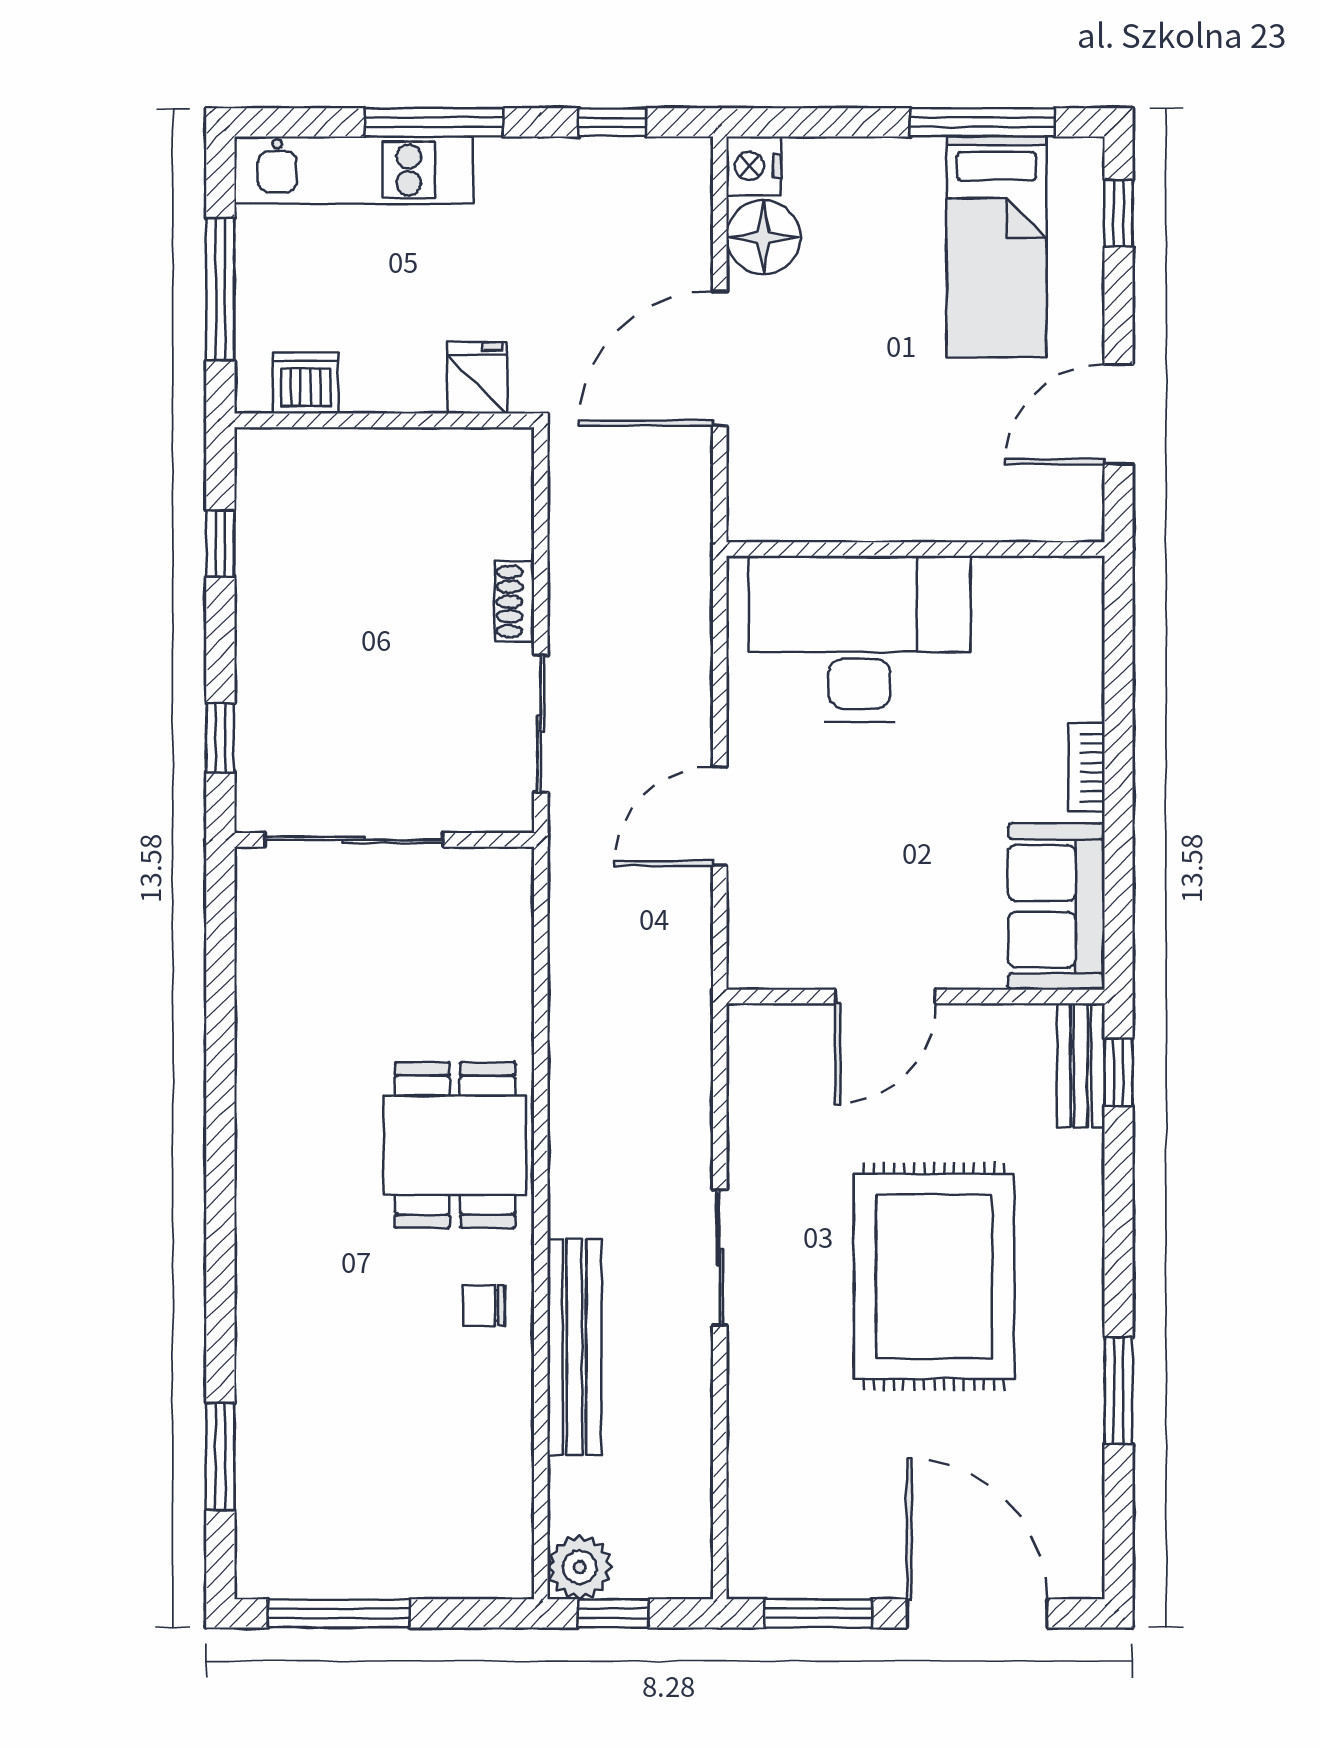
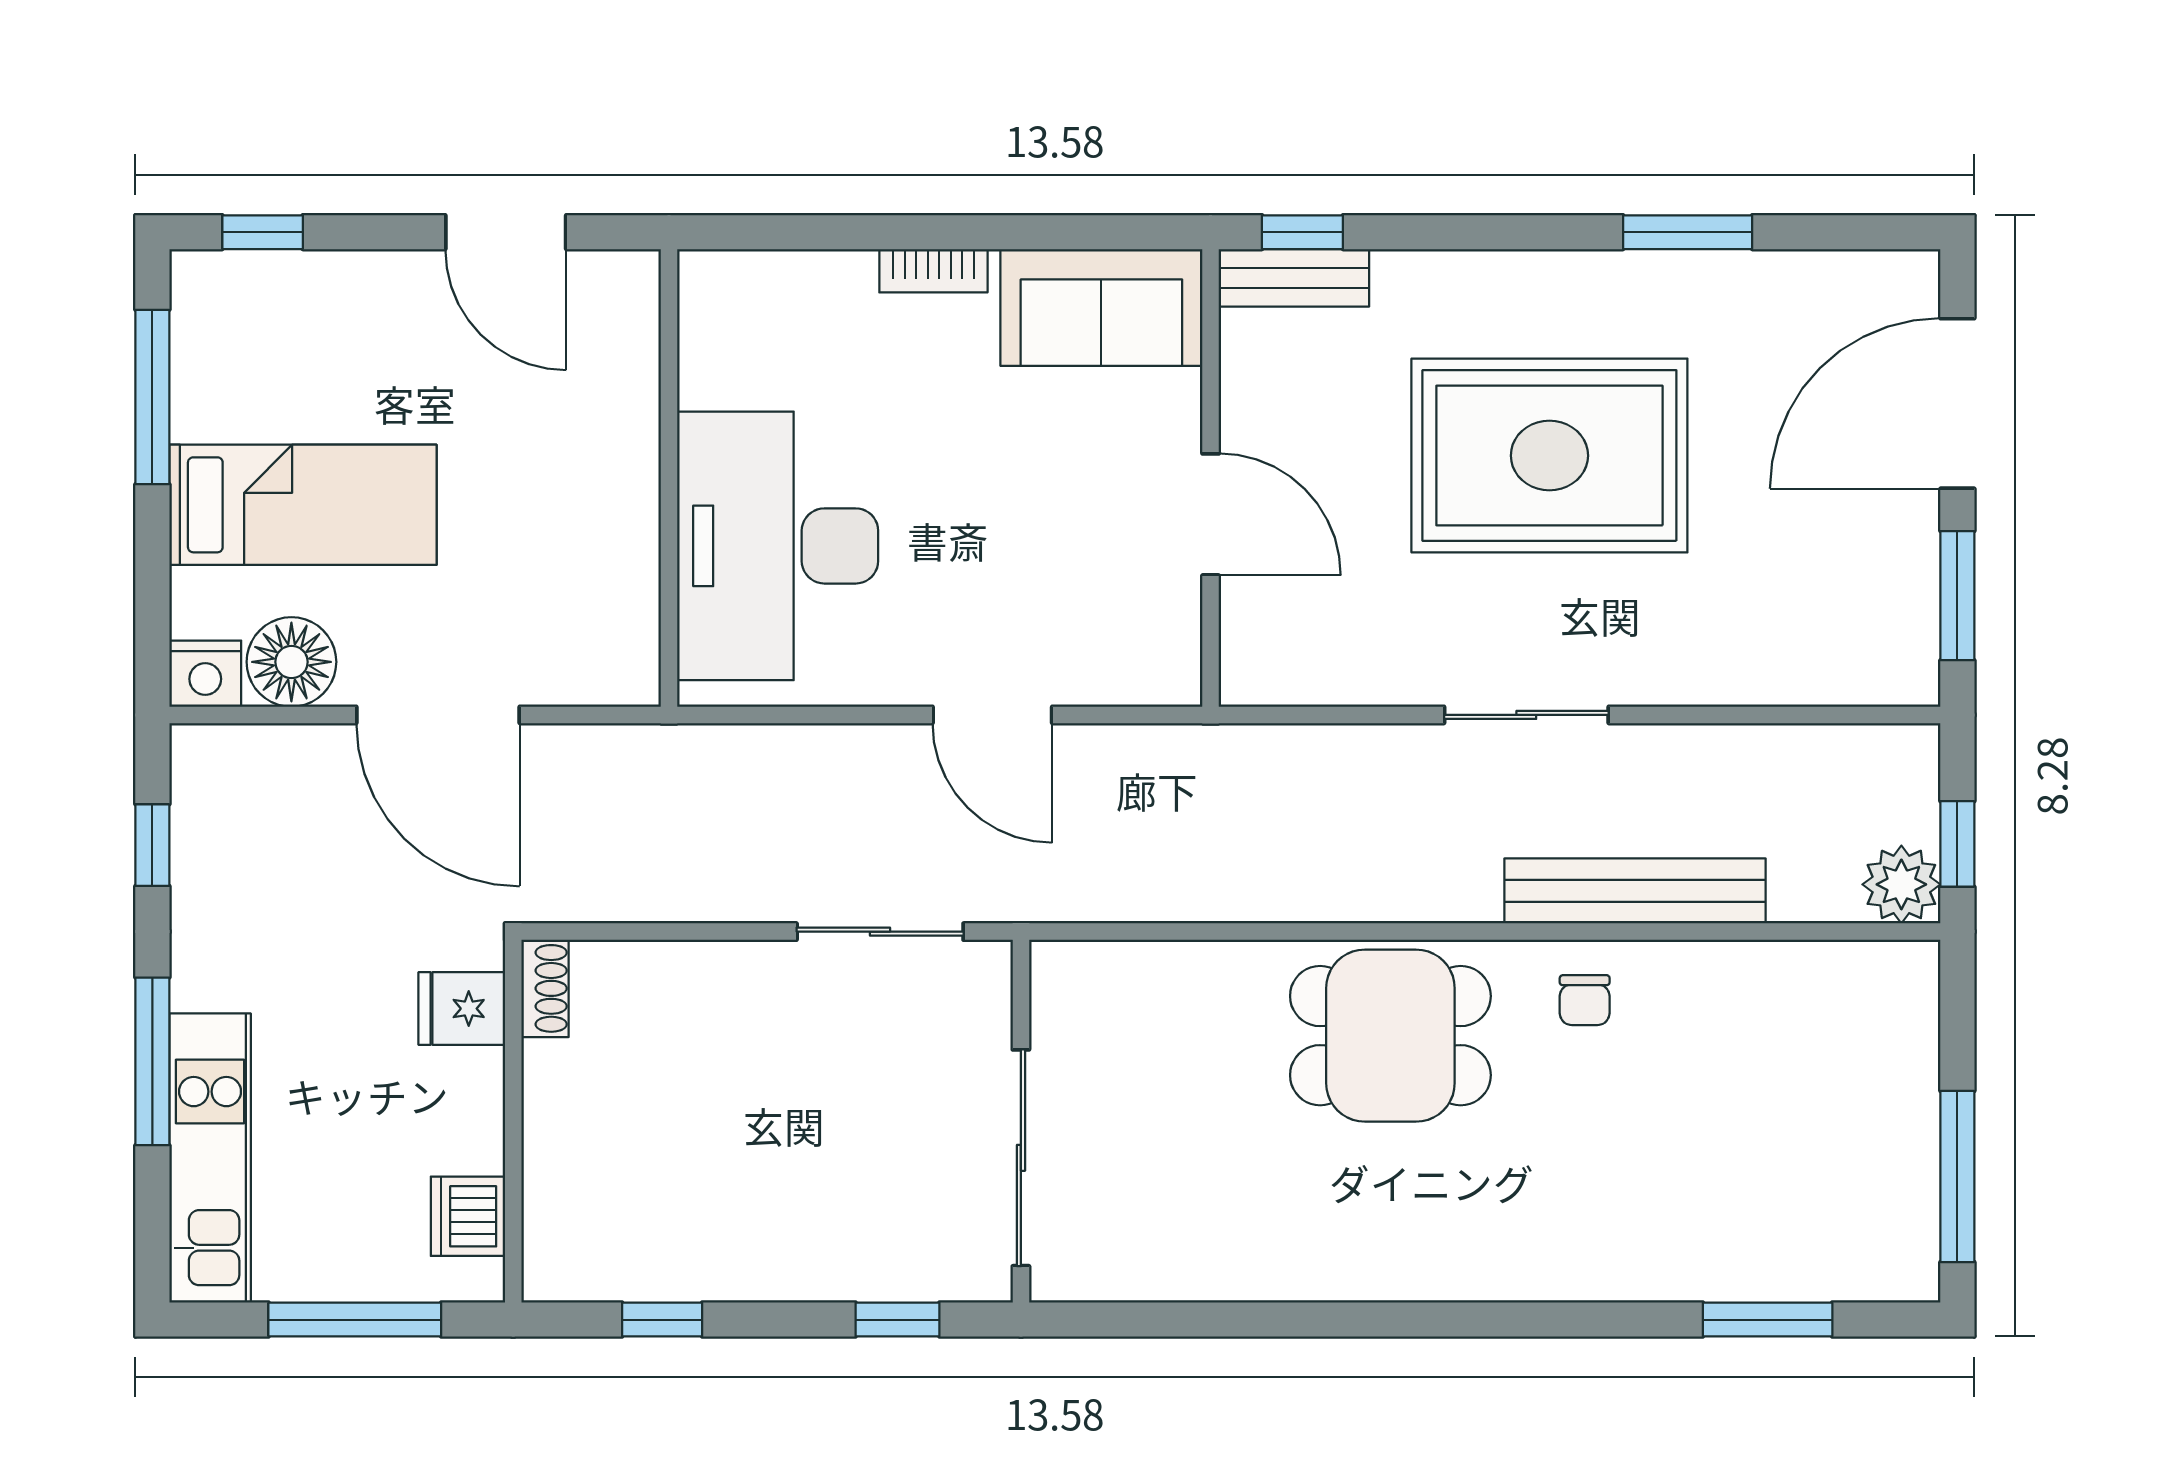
bed: (997, 247) -> (303, 505), moved
shoe rack: (515, 602) -> (545, 988), moved, turned -90

